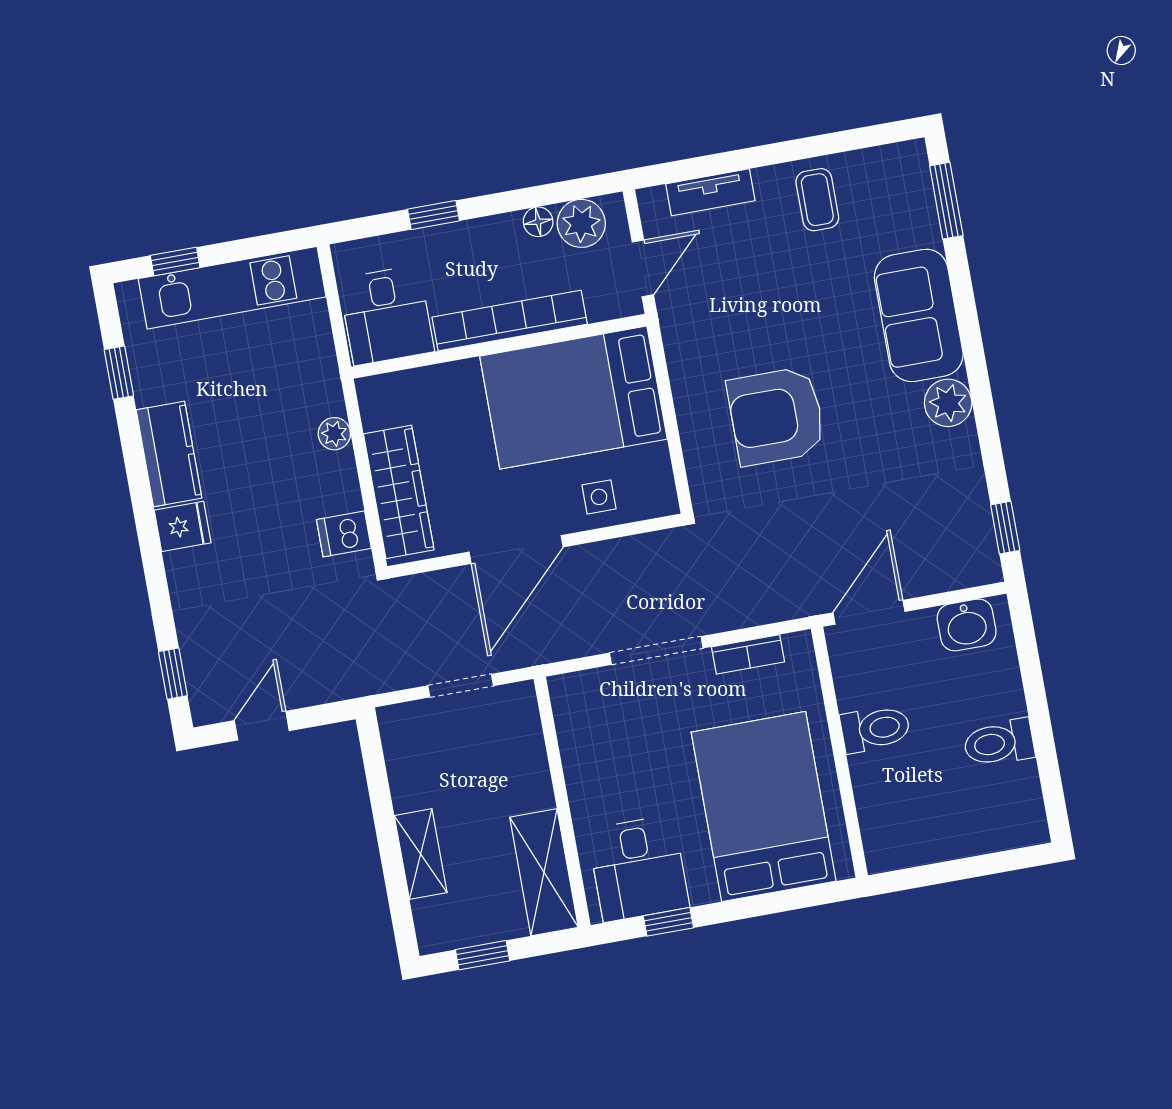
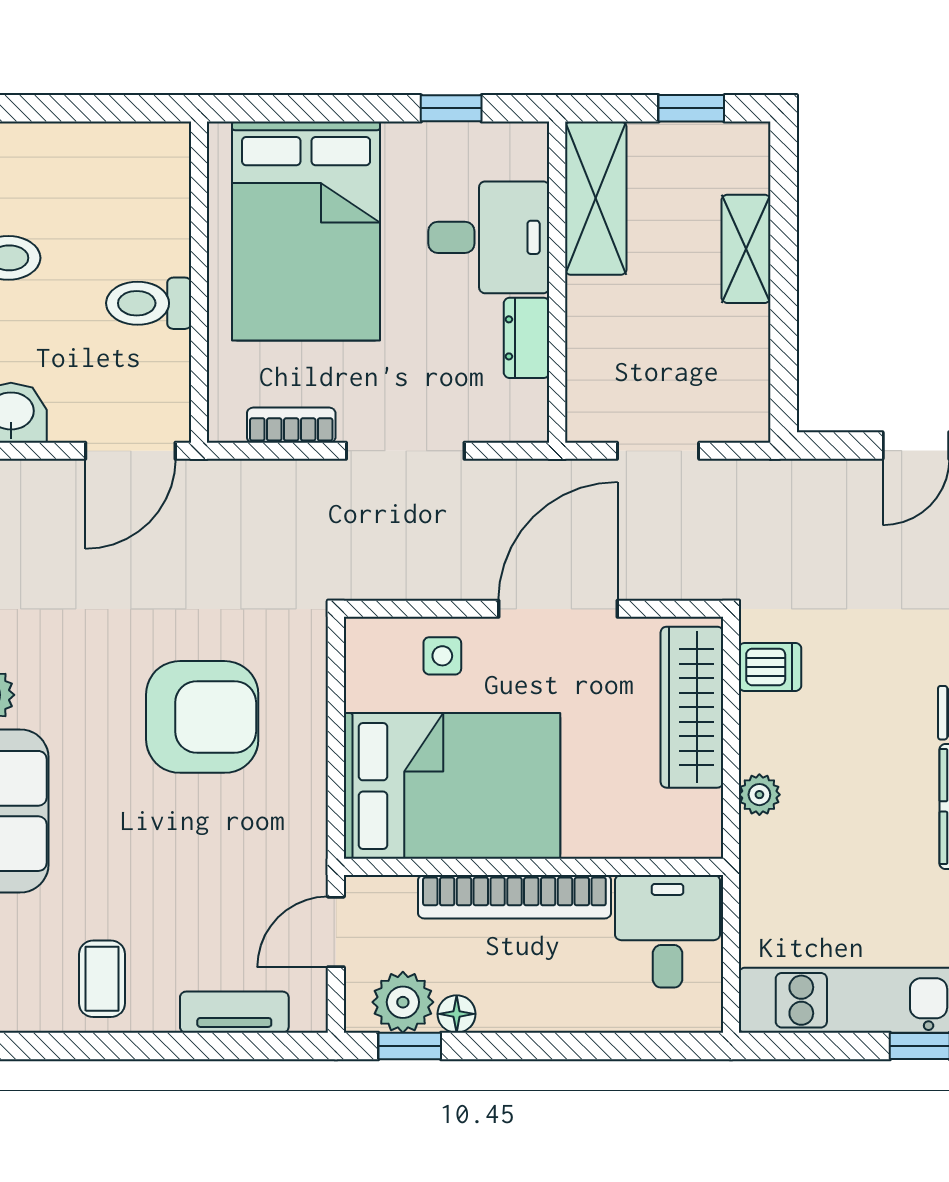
window: (433, 215) -> (410, 1046), moved
dresser: (578, 755) -> (527, 338), added
desk: (638, 868) -> (489, 237), moved, turned 90

